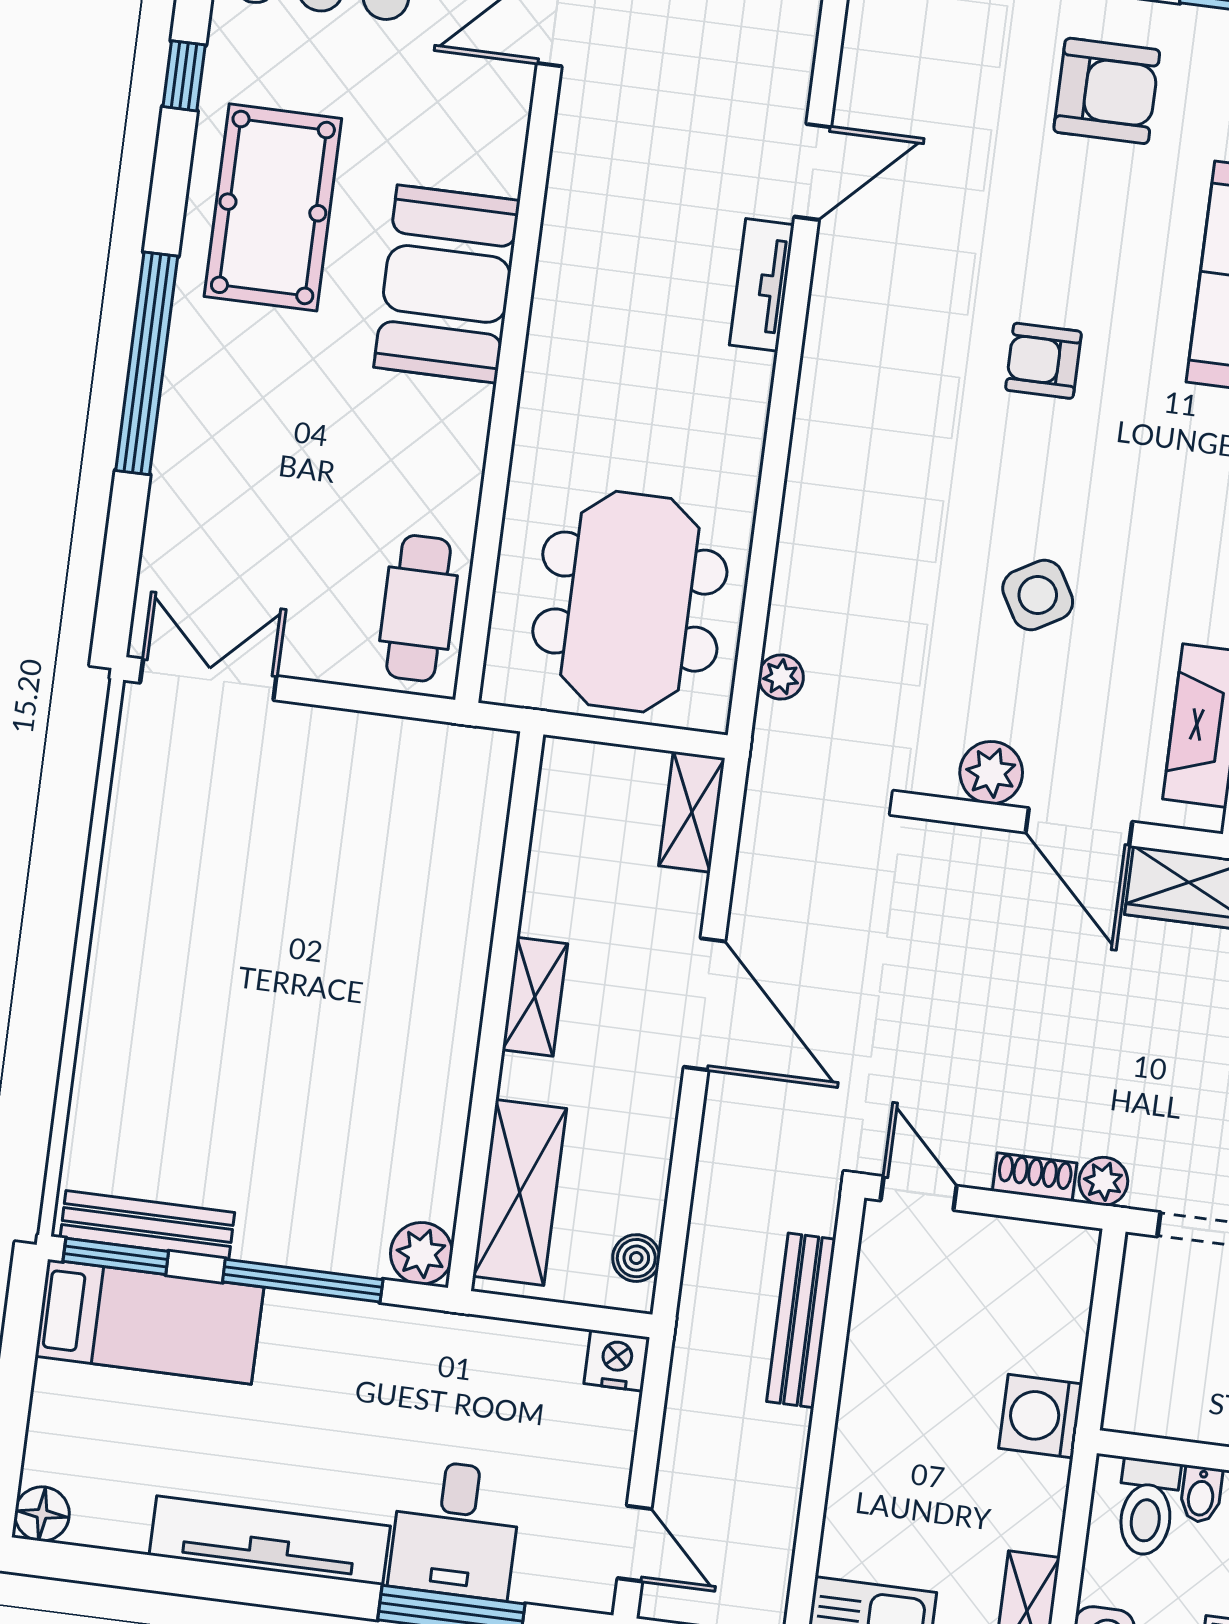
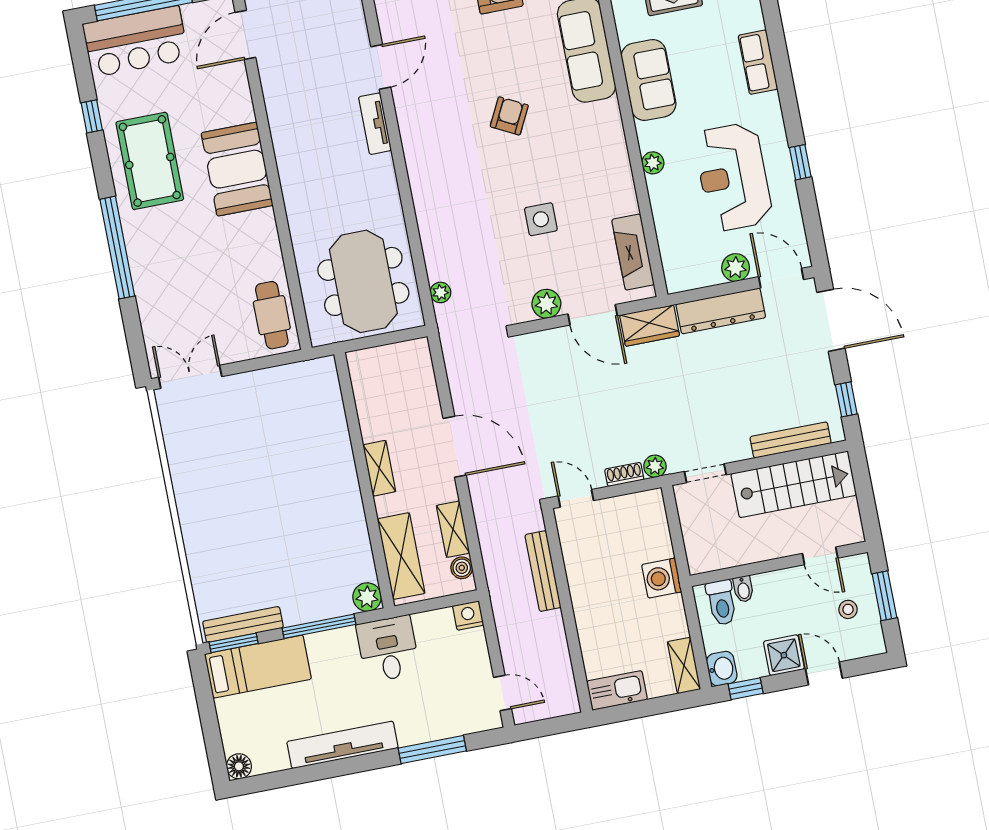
armchair: (1043, 361) -> (509, 116), turned 117
side table: (1038, 595) -> (541, 219), turned 30
shelving: (692, 812) -> (453, 529), moved
desk: (455, 1529) -> (388, 649), moved, turned 180

